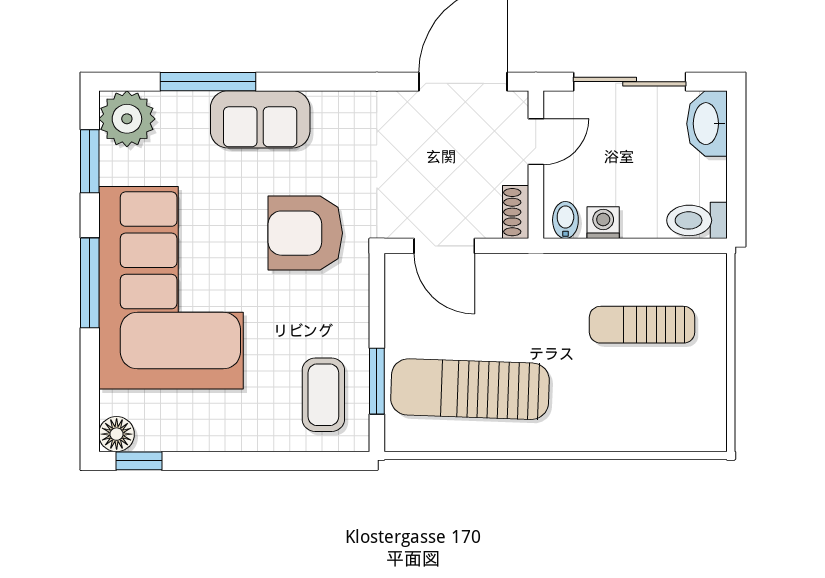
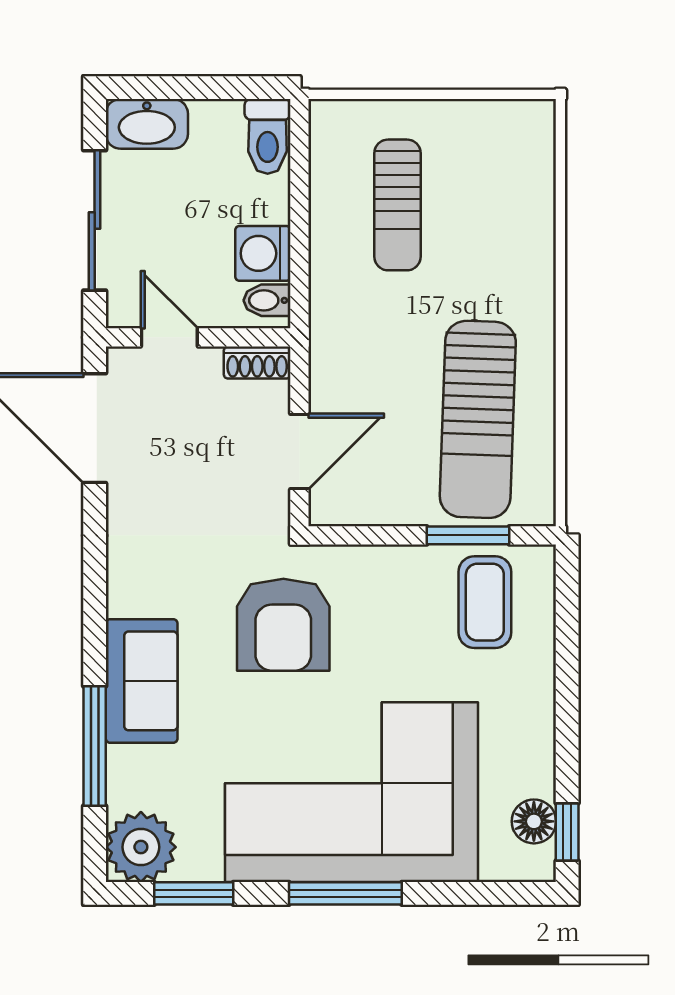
washing machine: (603, 223) -> (263, 253), width x1.38, depth x1.38
coffee table: (323, 395) -> (485, 602), turned 90
floor lamp: (117, 434) -> (534, 821), moved

